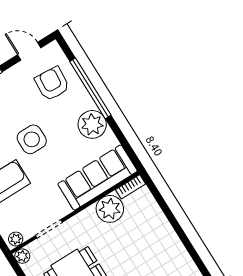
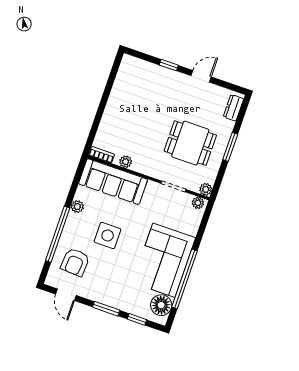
plant: (92, 124) -> (77, 207), width x0.53, depth x0.53
side table: (32, 139) -> (108, 235), moved
plant: (110, 209) -> (126, 162), width x0.53, depth x0.53

